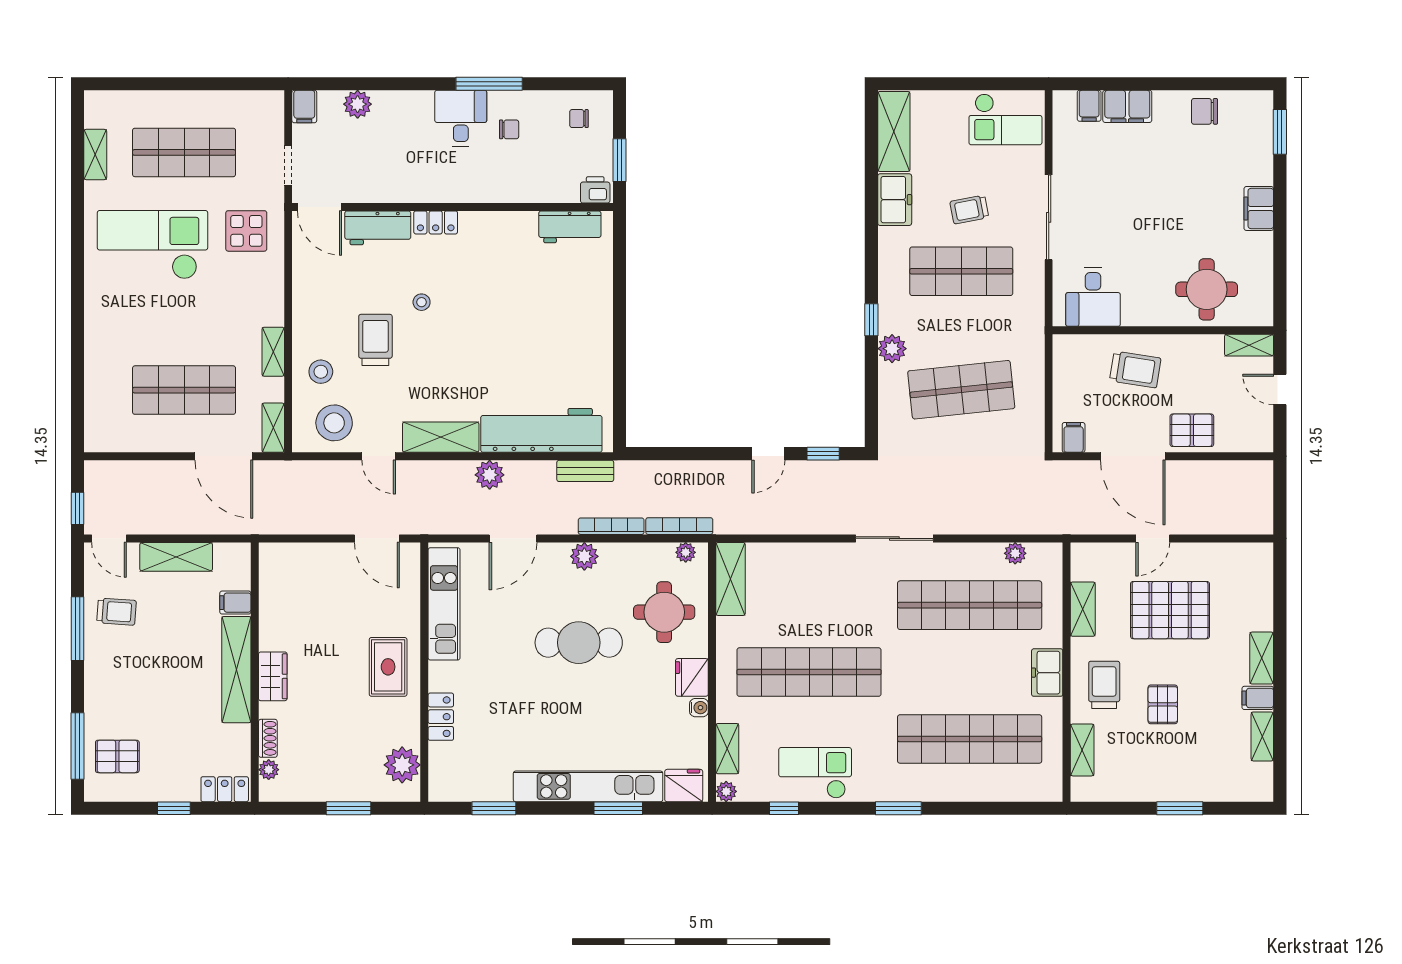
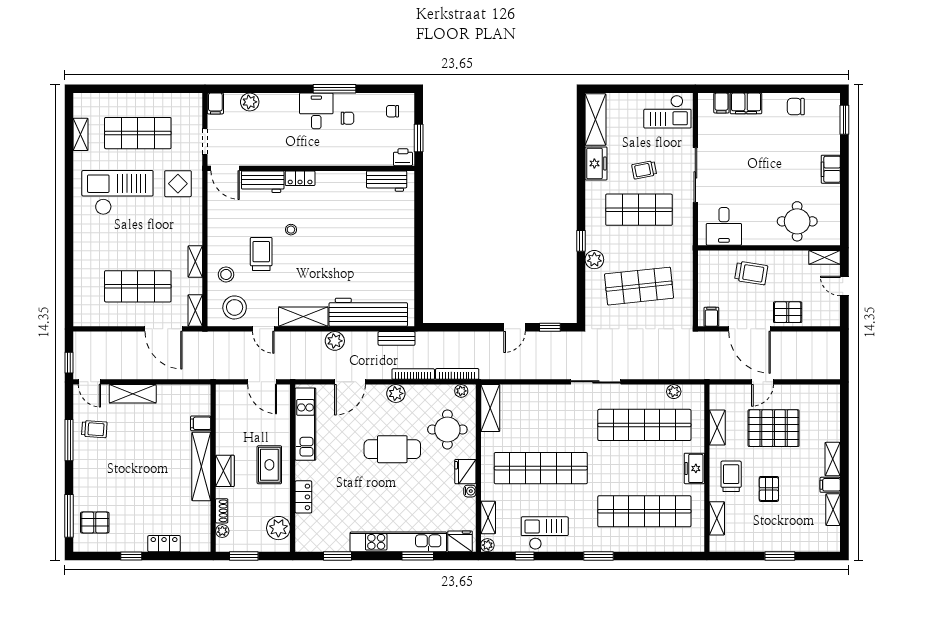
filing cabinet: (235, 603) -> (201, 423), moved
shelving: (236, 670) -> (201, 467), moved
wall: (255, 672) -> (213, 468), moved
wardrobe: (273, 676) -> (225, 471), moved
shoe rack: (268, 738) -> (222, 511), moved
plant: (269, 770) -> (222, 531), moved

